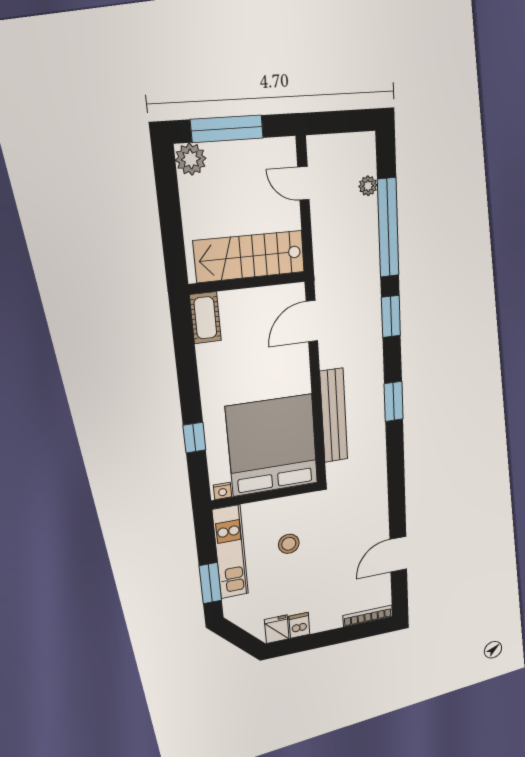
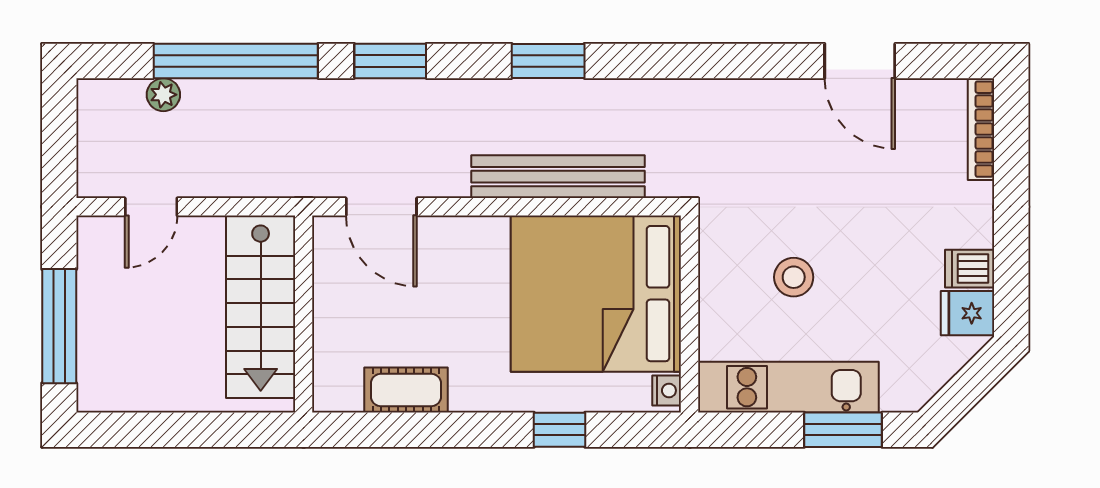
plant: (191, 159) -> (101, 388), removed
cot: (205, 318) -> (406, 390), moved

